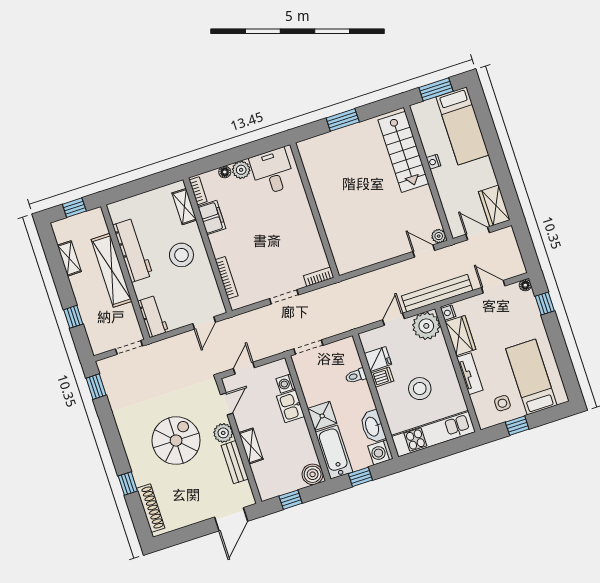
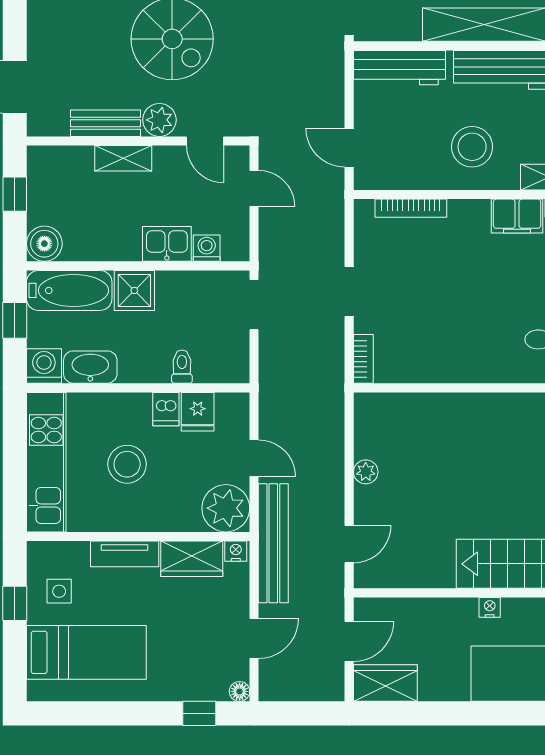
plant: (439, 236) -> (366, 472), moved
workbench: (153, 316) -> (400, 68), width x1.38

